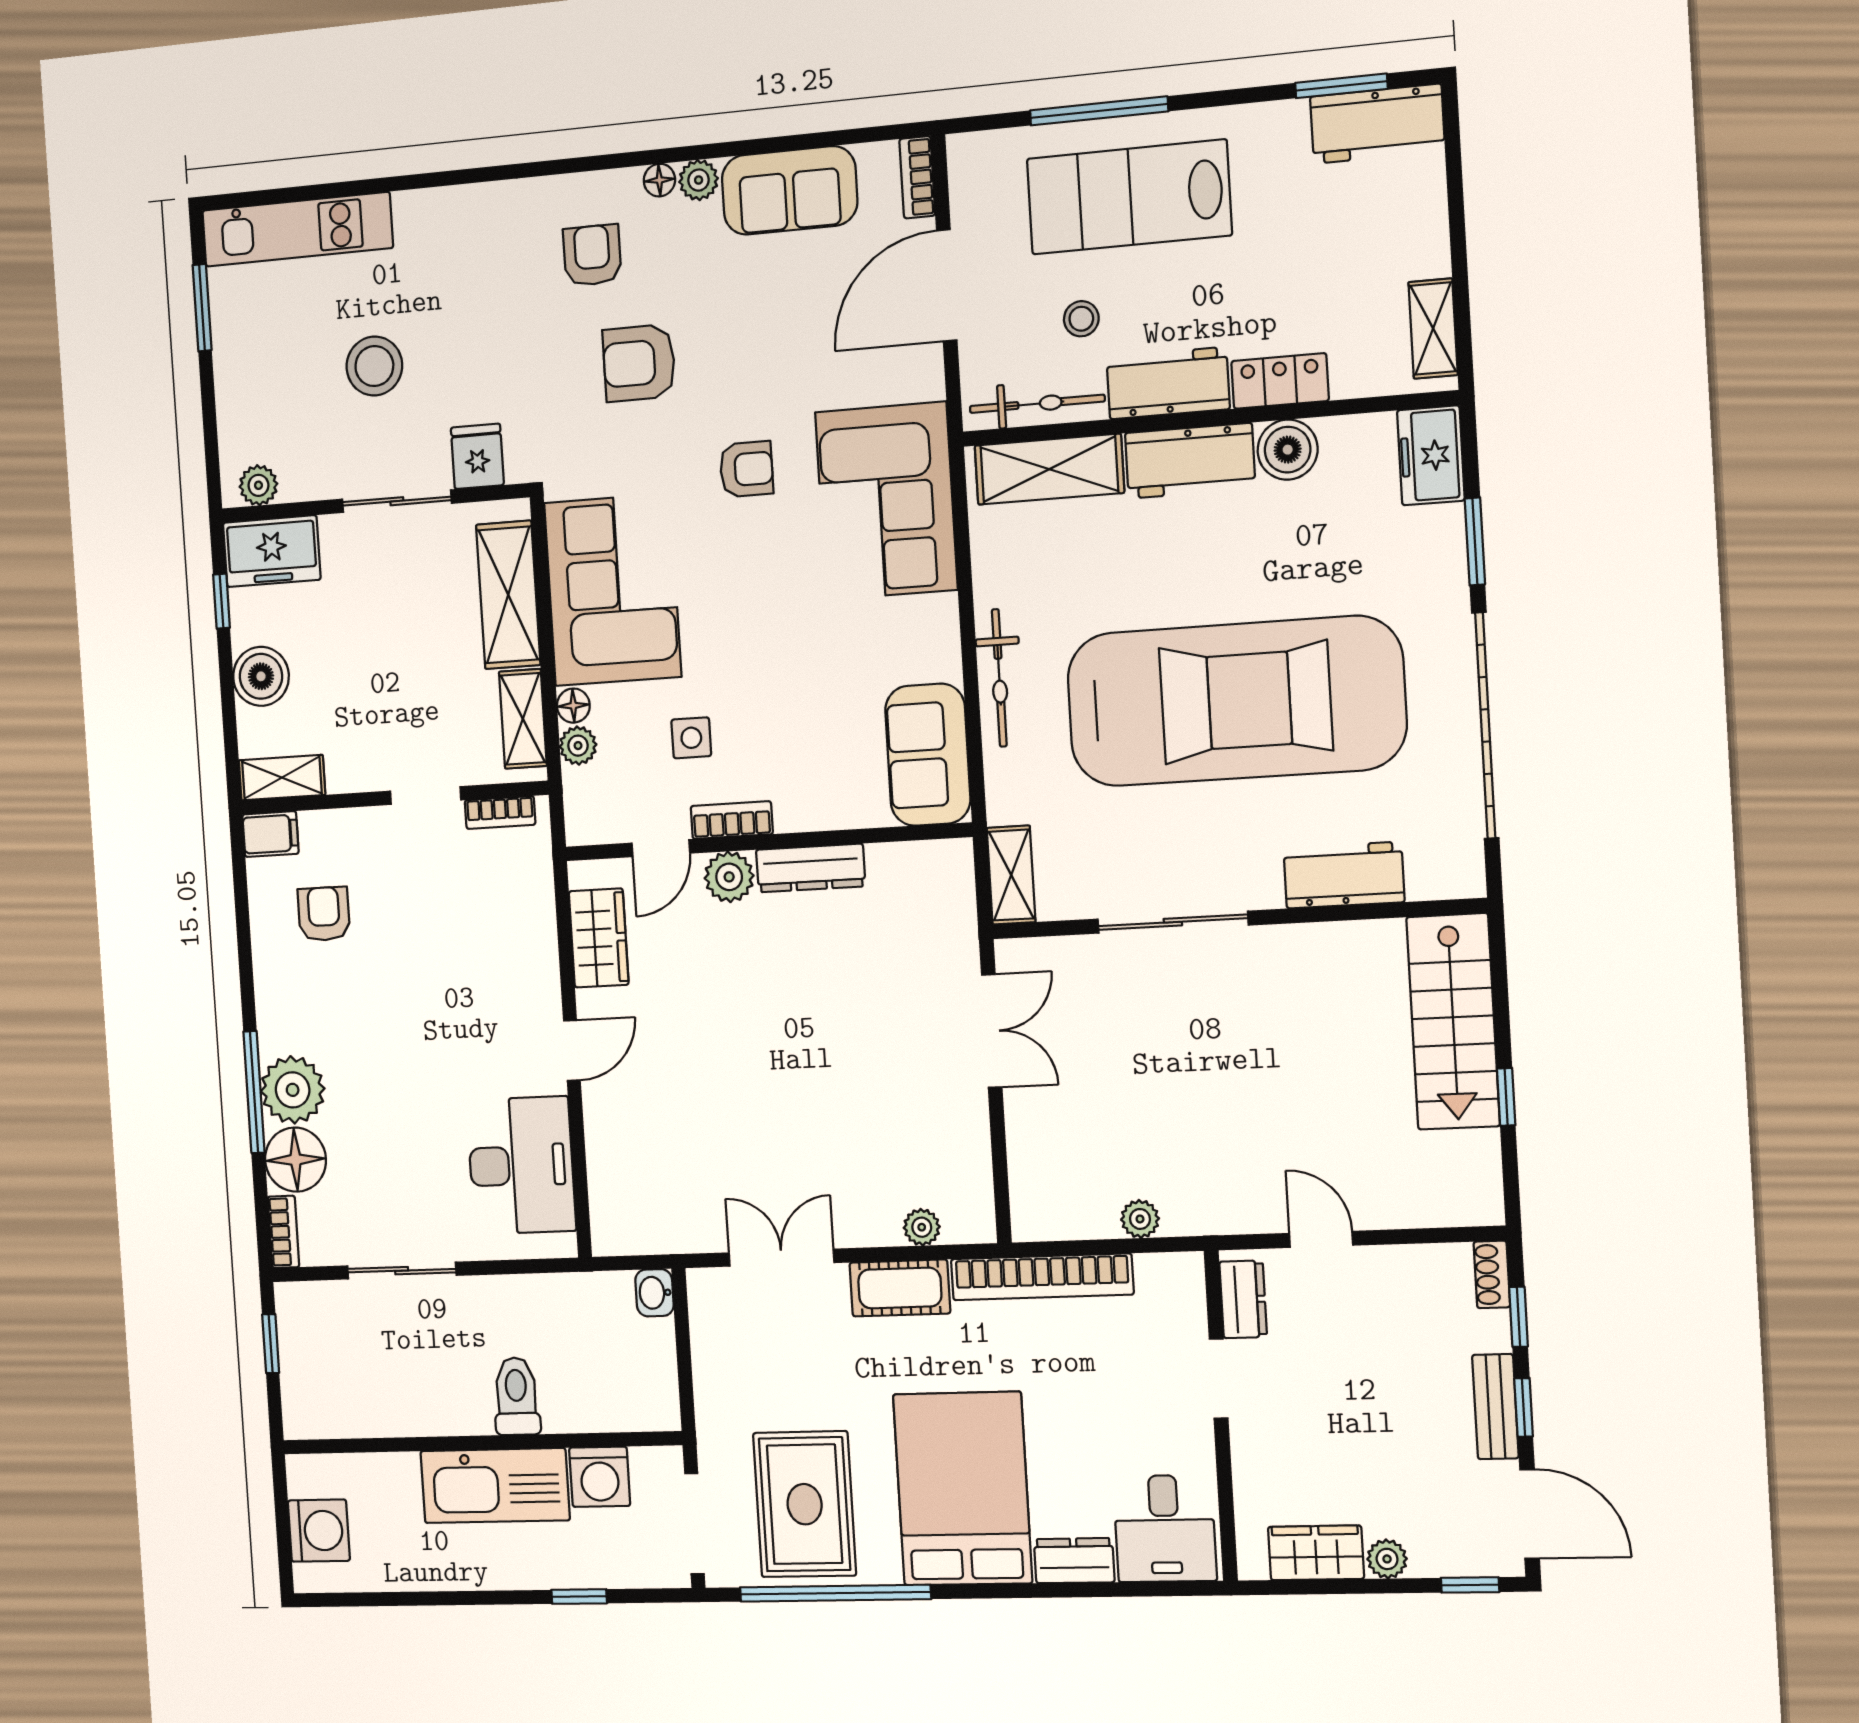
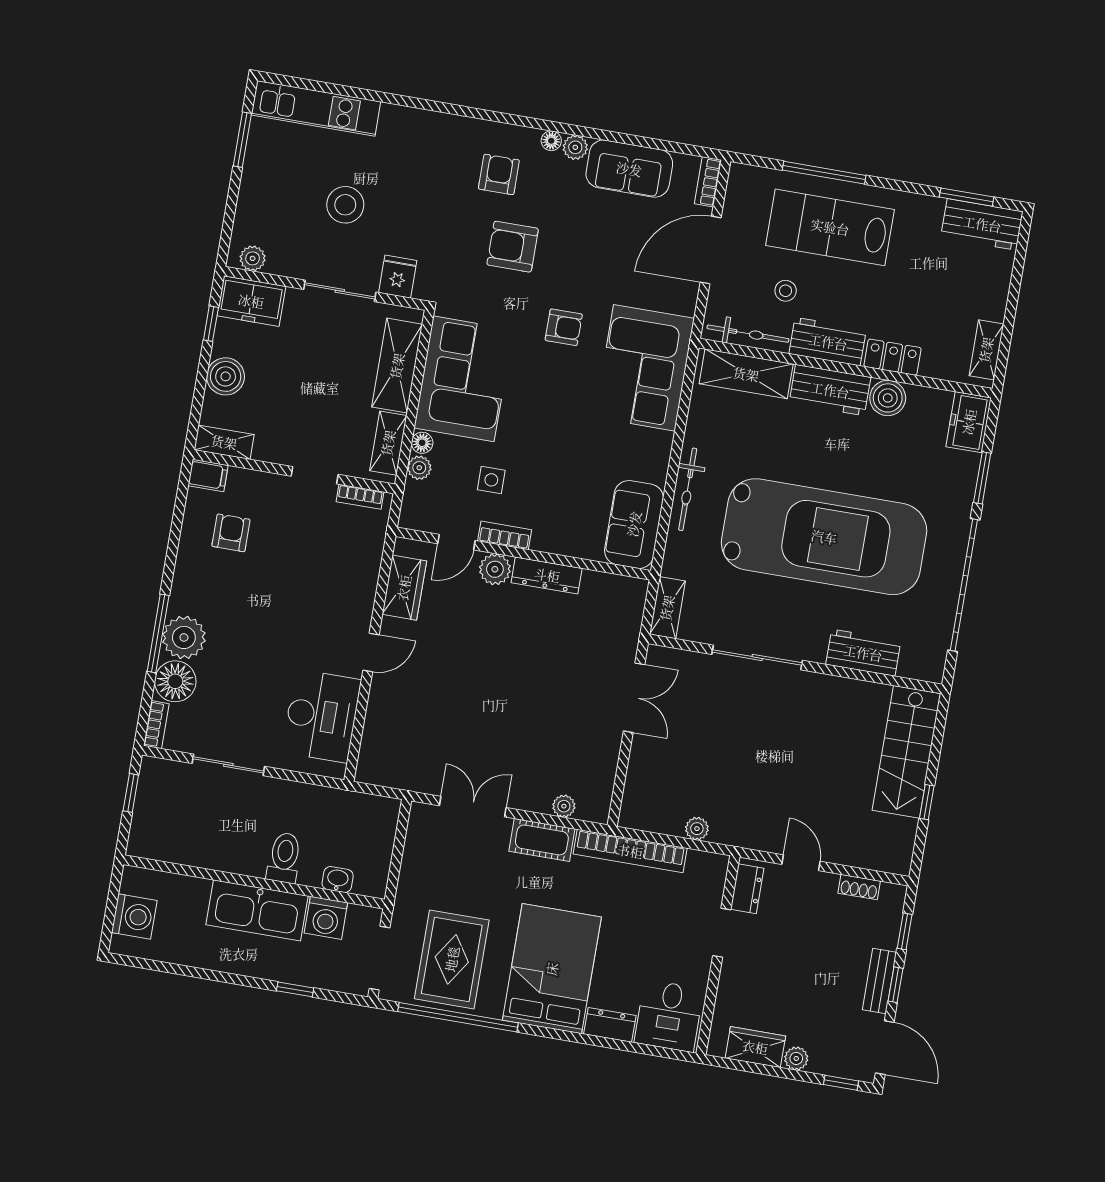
shoe rack: (1492, 1274) -> (859, 887), moved, turned -90
washbasin: (654, 1293) -> (338, 880), moved, turned 90

